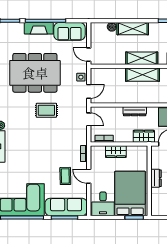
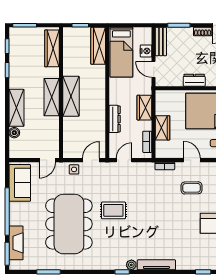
fireplace: (39, 28) -> (16, 243), moved
door: (89, 91) -> (91, 160), hinge flipped
rug: (46, 110) -> (113, 210), turned 90
dresser: (135, 111) -> (115, 119), moved
wardrobe: (144, 136) -> (144, 108), moved
door: (89, 176) -> (192, 160), swing flipped

